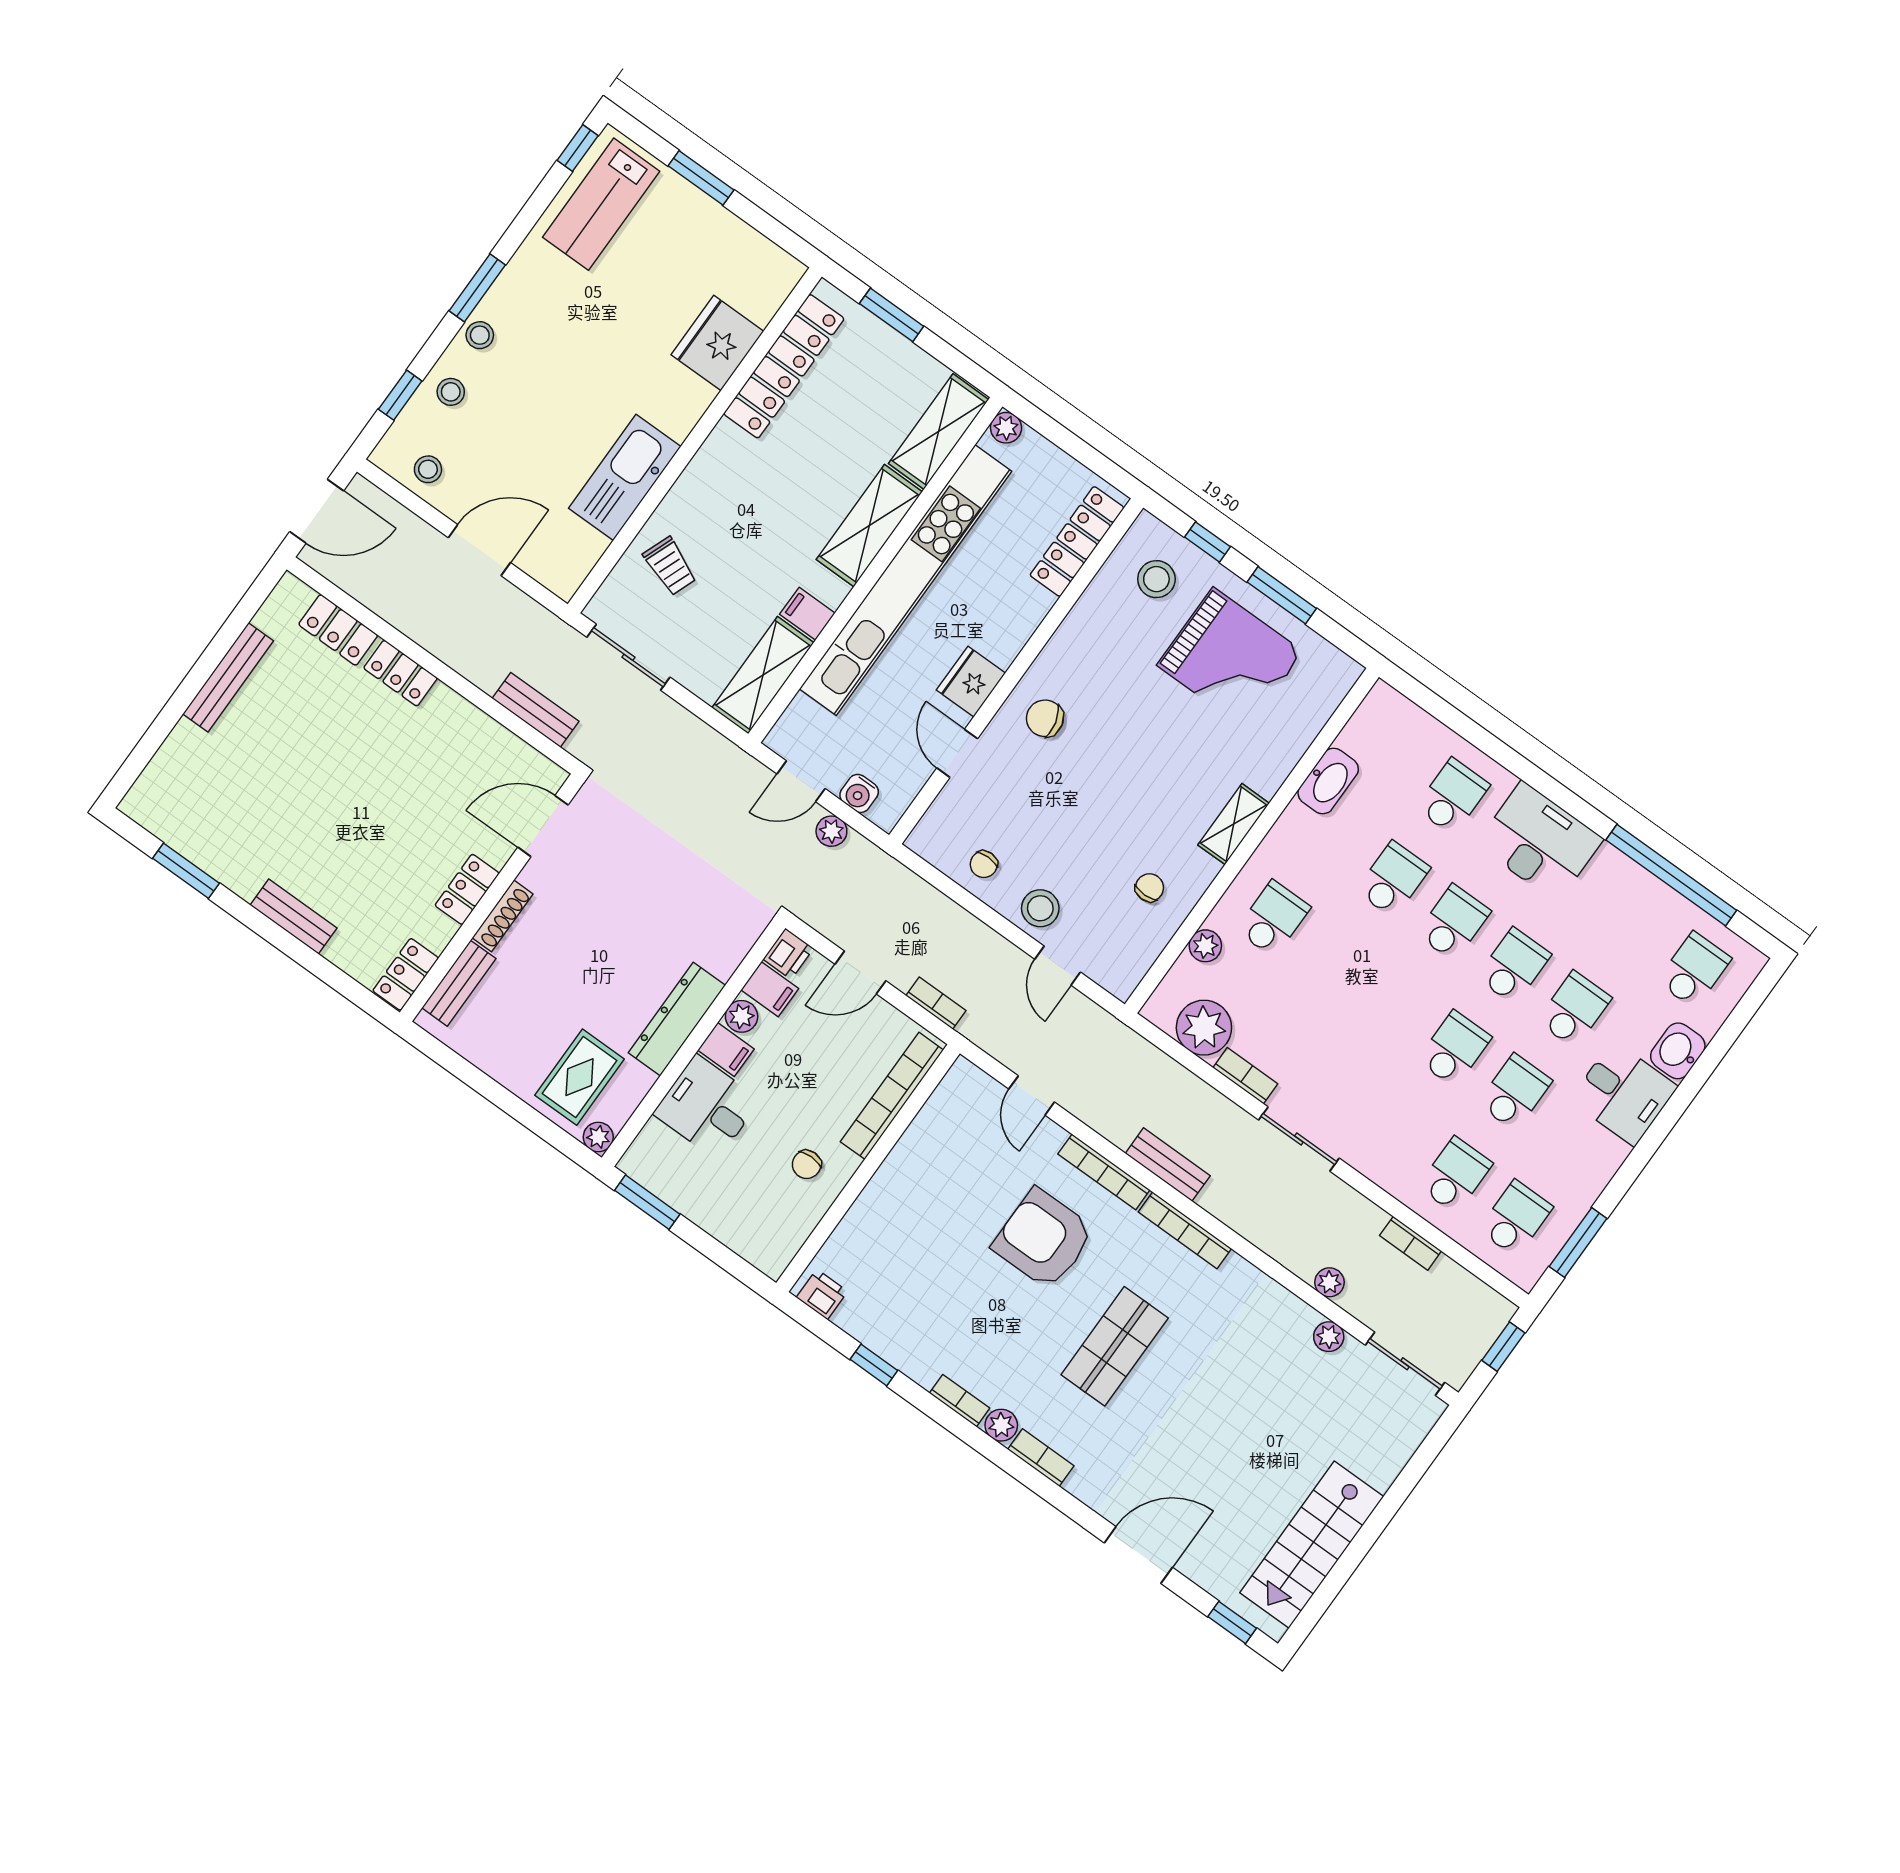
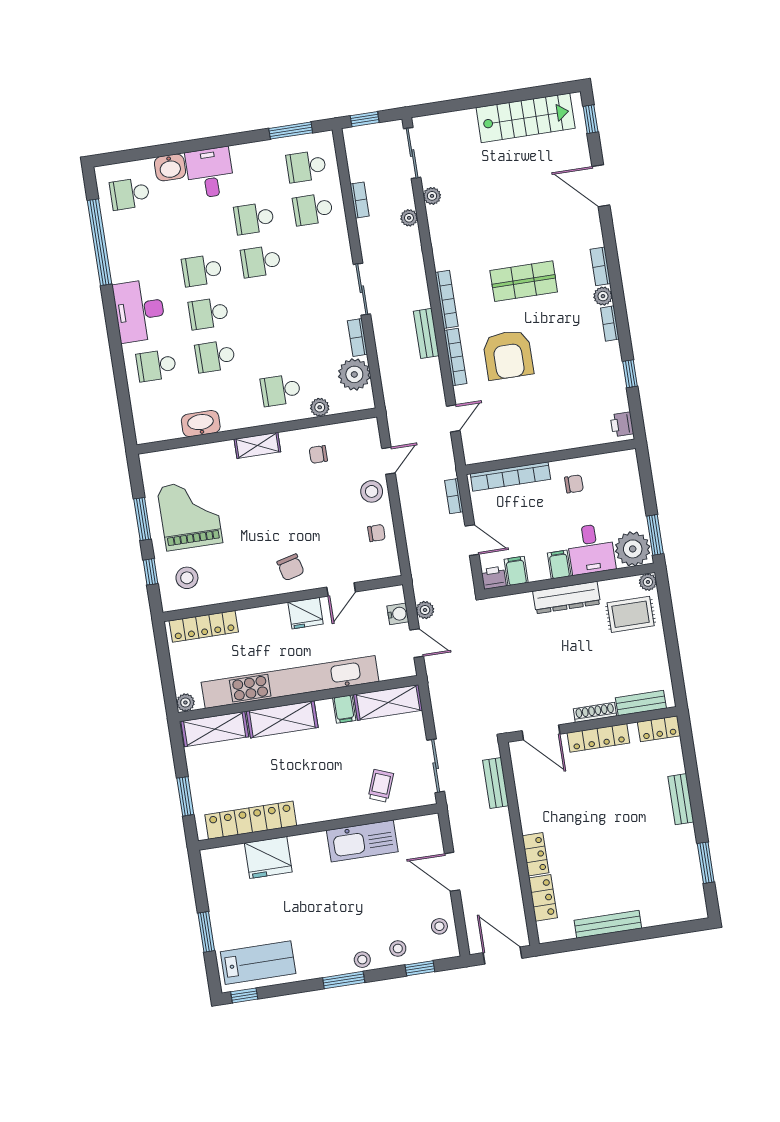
locker: (467, 889) -> (598, 738), width x1.53
school desk: (1574, 1010) -> (195, 228), removed
plant: (742, 1016) -> (633, 549), moved, width x1.87, depth x1.87

